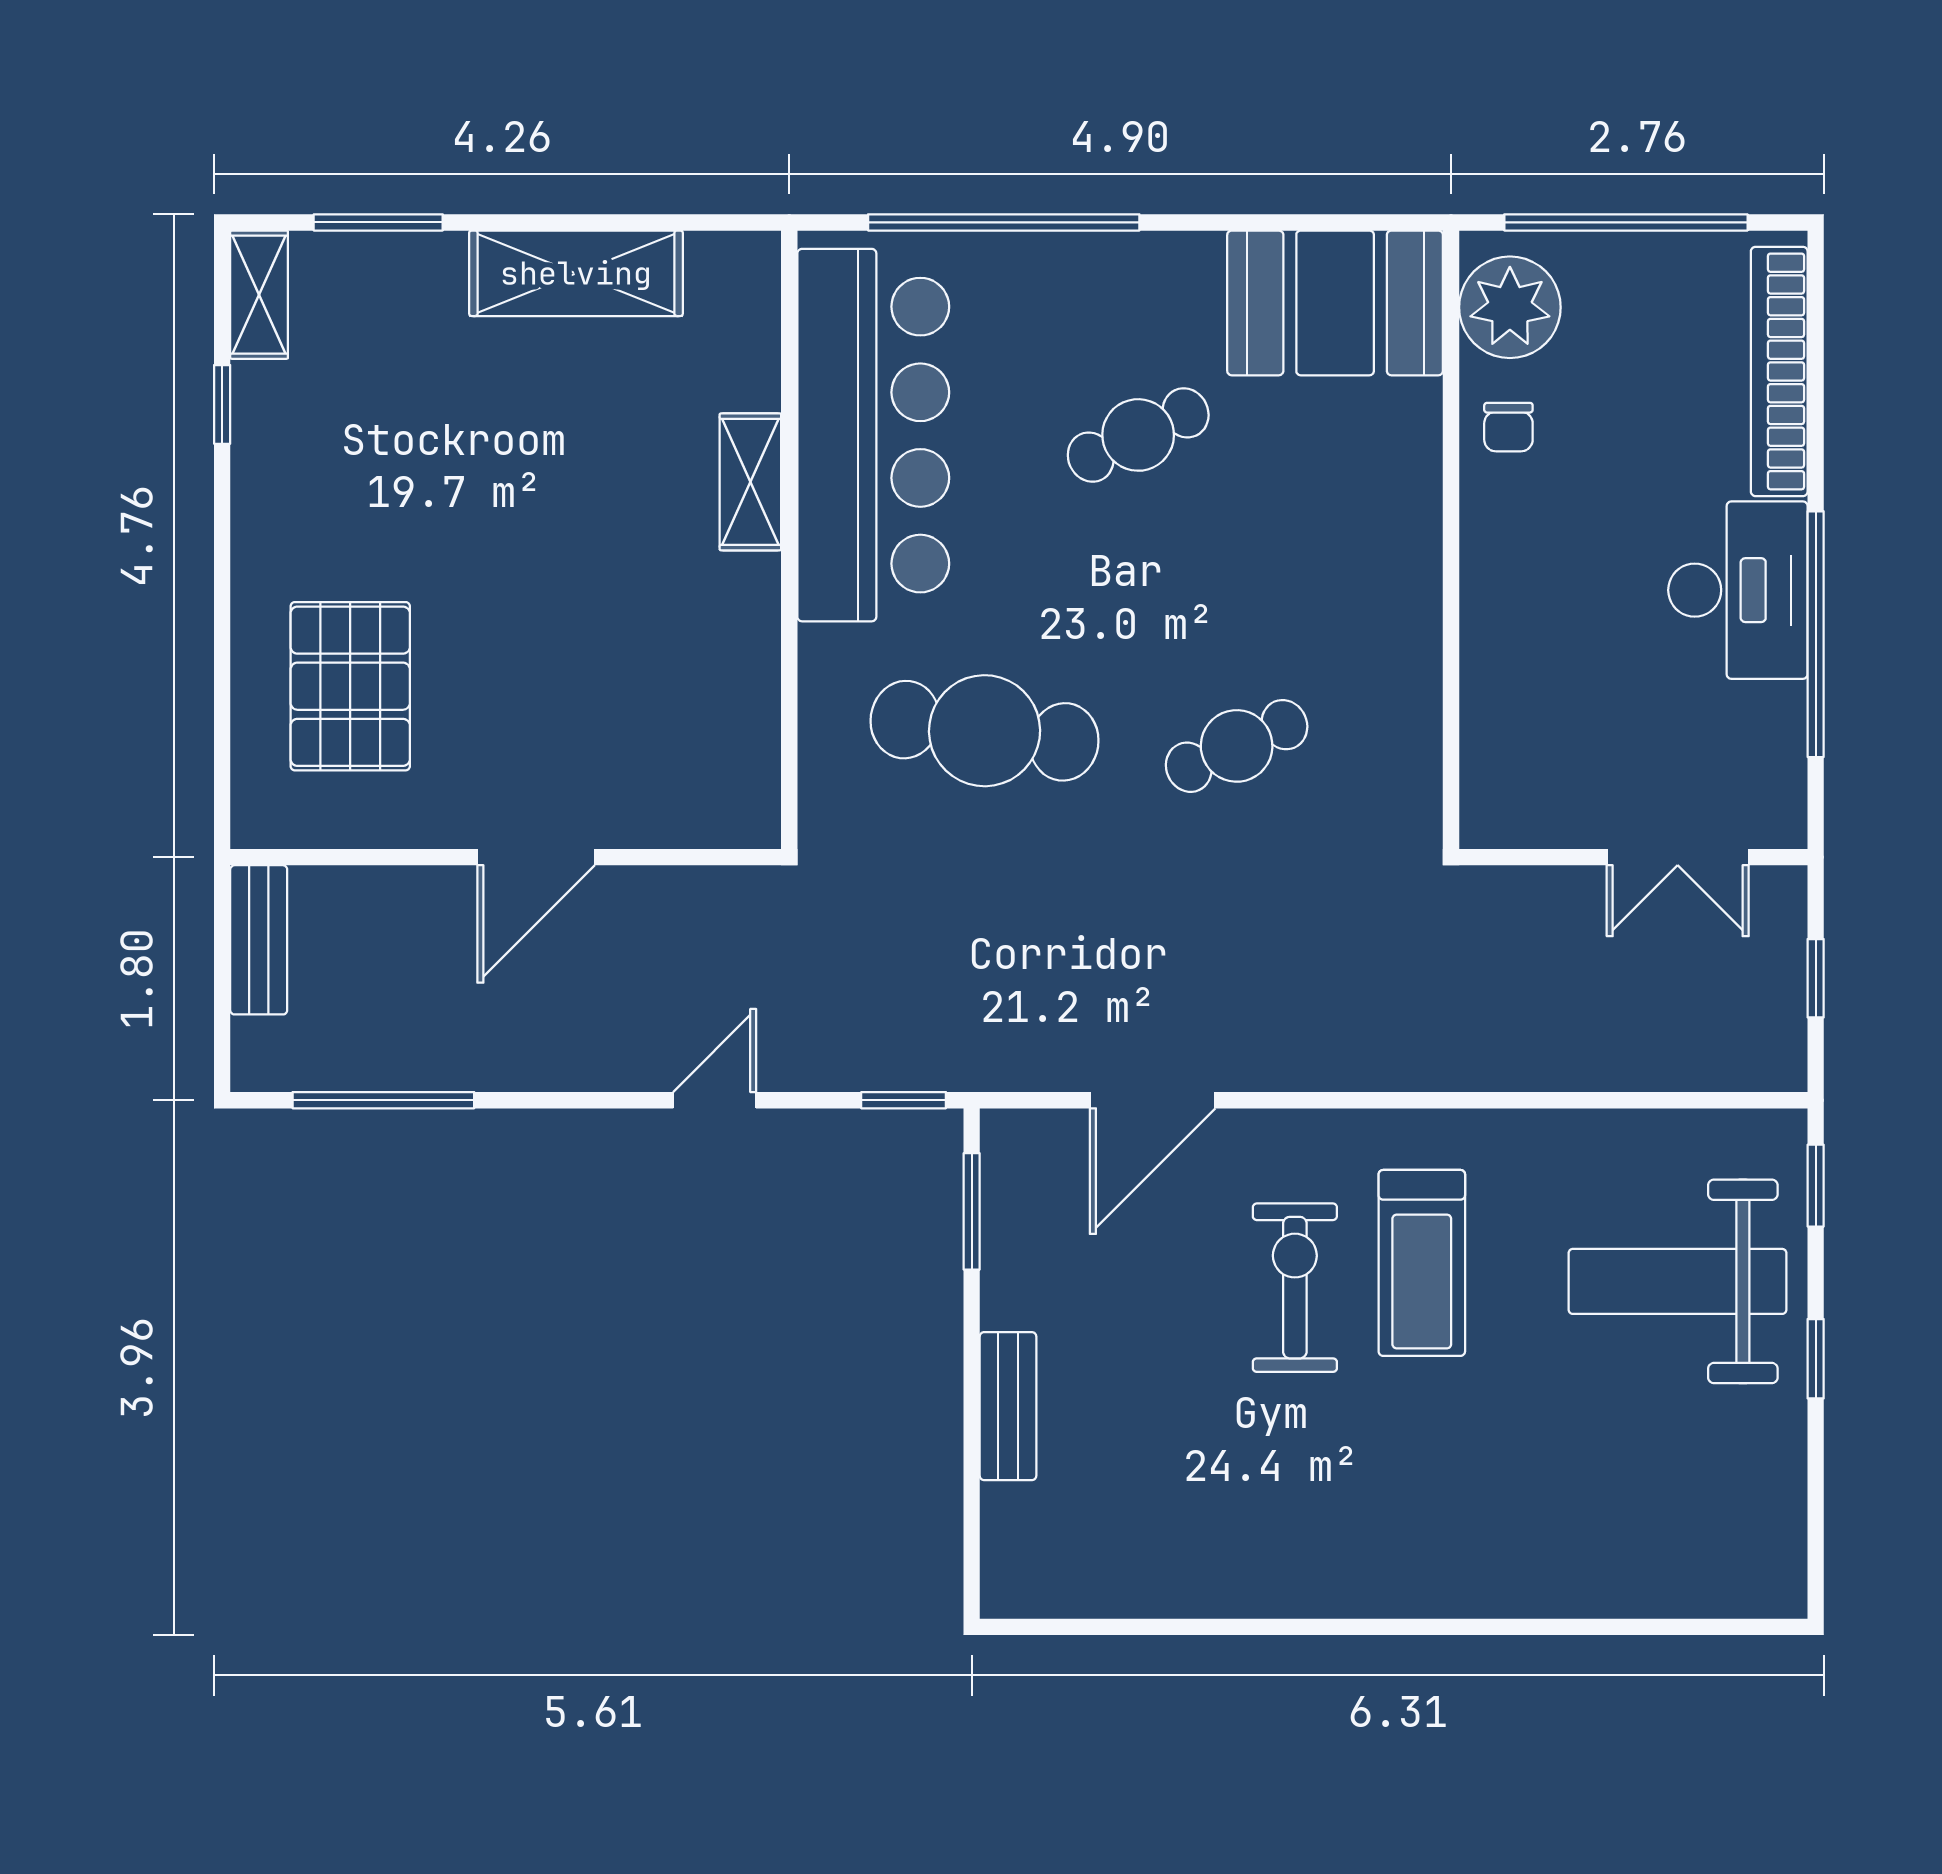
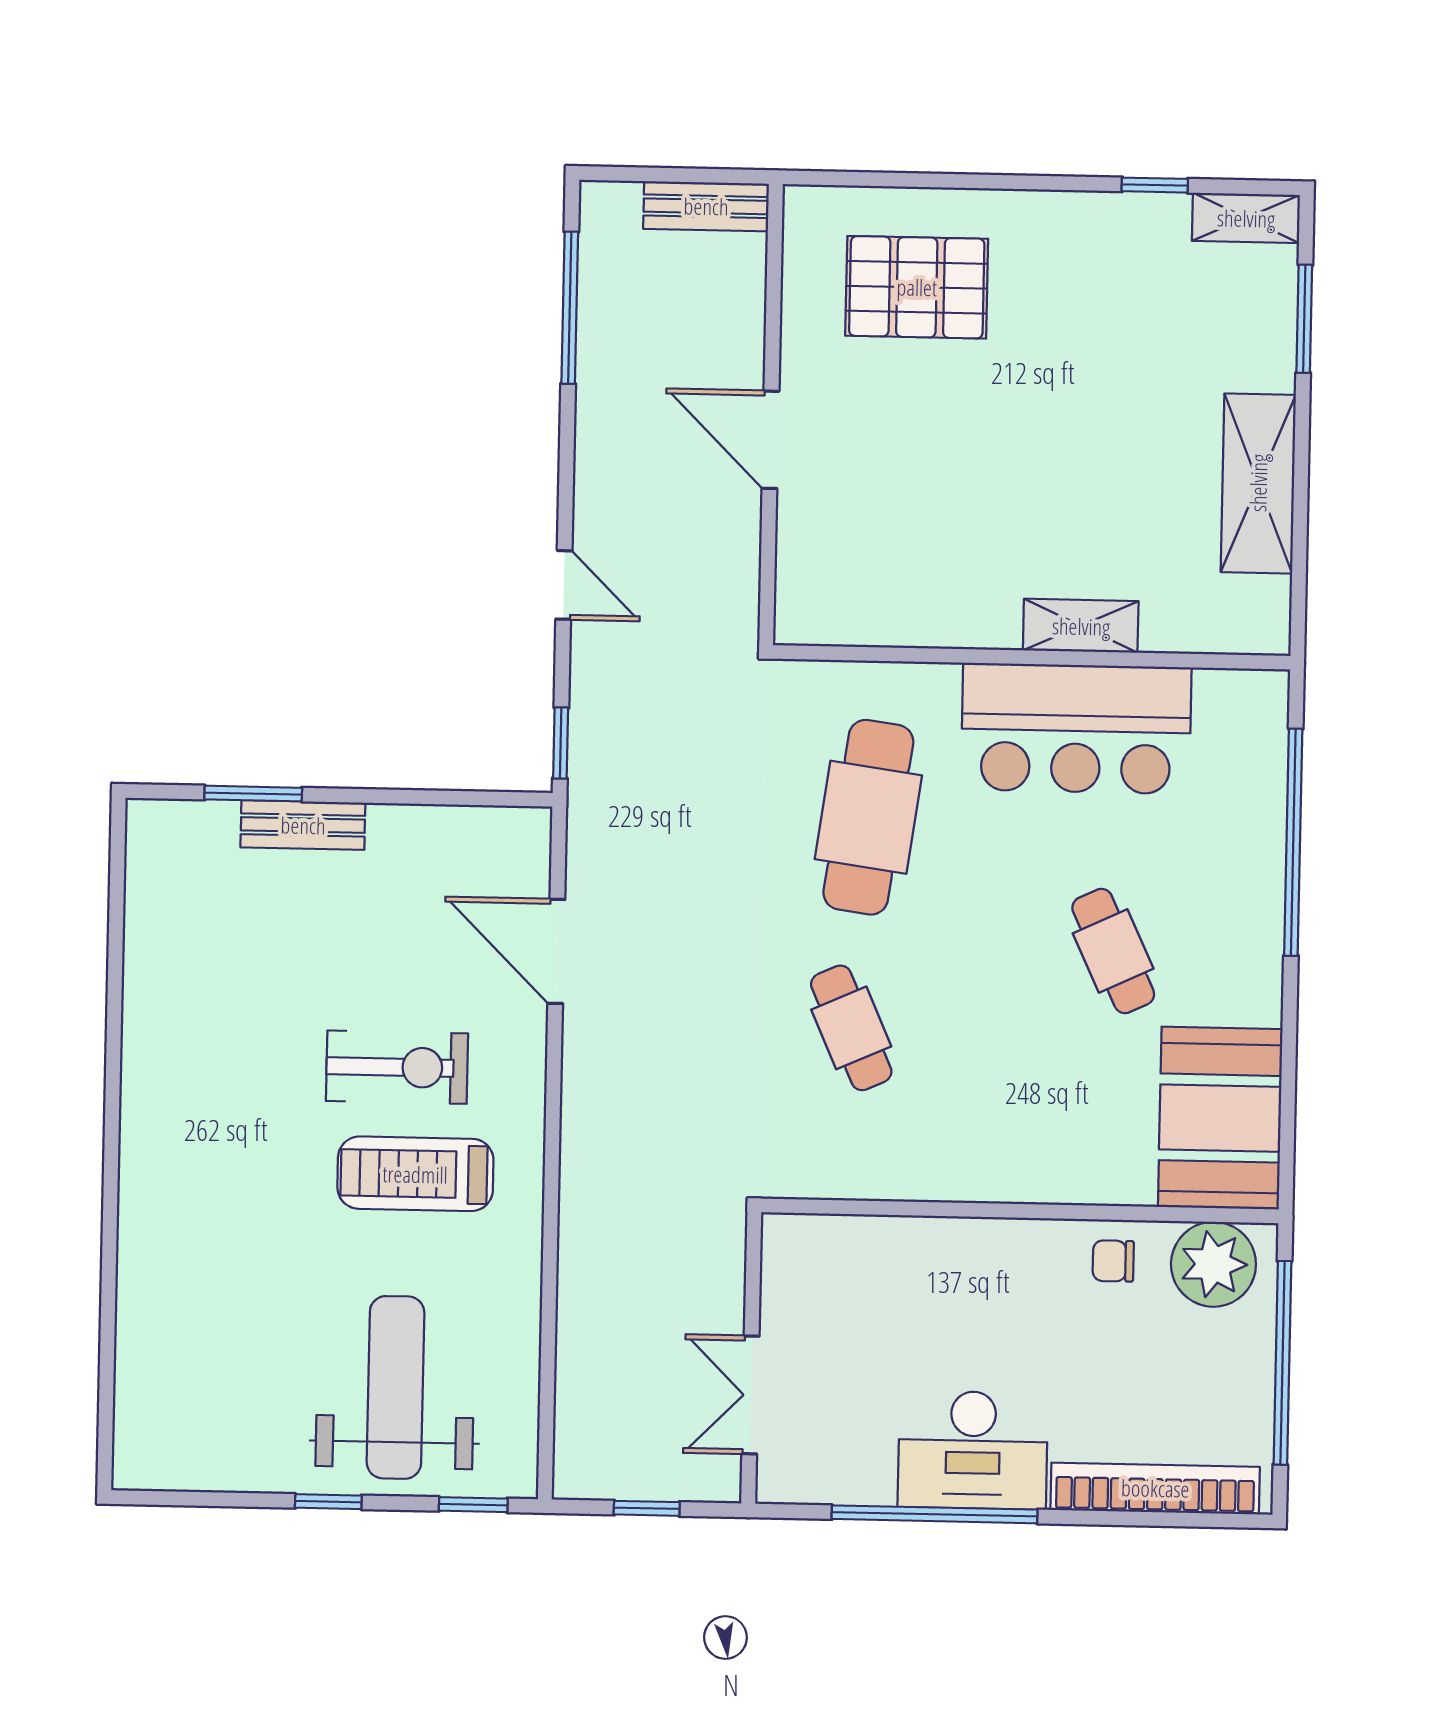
bar counter: (873, 435) -> (1076, 728), width x0.73
window: (972, 1211) -> (253, 794), moved

